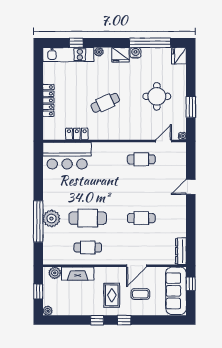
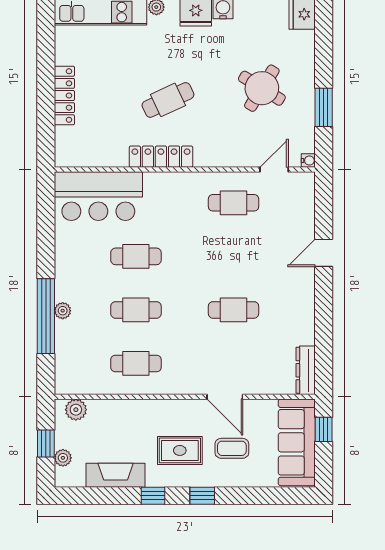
round table: (157, 96) -> (262, 88), turned 32
locker: (77, 134) -> (161, 157), moved, width x1.53
cafe table: (88, 189) -> (136, 256), added
cafe table: (88, 218) -> (136, 310), width x0.73, depth x0.74
plant: (51, 219) -> (63, 311), width x0.53, depth x0.53
door: (137, 266) -> (225, 397), hinge flipped
fireplace: (78, 274) -> (116, 475), moved, turned 180
rug: (112, 295) -> (180, 450), turned 90
plant: (48, 311) -> (63, 458), moved

